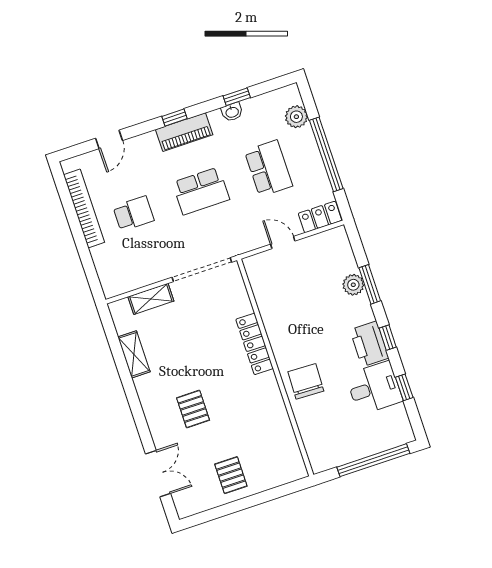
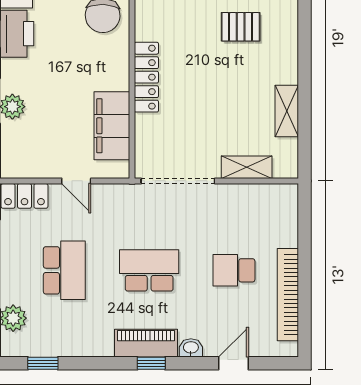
window: (237, 97) -> (43, 363), moved
washbasin: (232, 112) -> (191, 348), moved
school desk: (268, 168) -> (64, 270), turned 180
filing cabinet: (269, 296) -> (112, 126), added
pallet: (193, 409) -> (241, 27), turned 90

